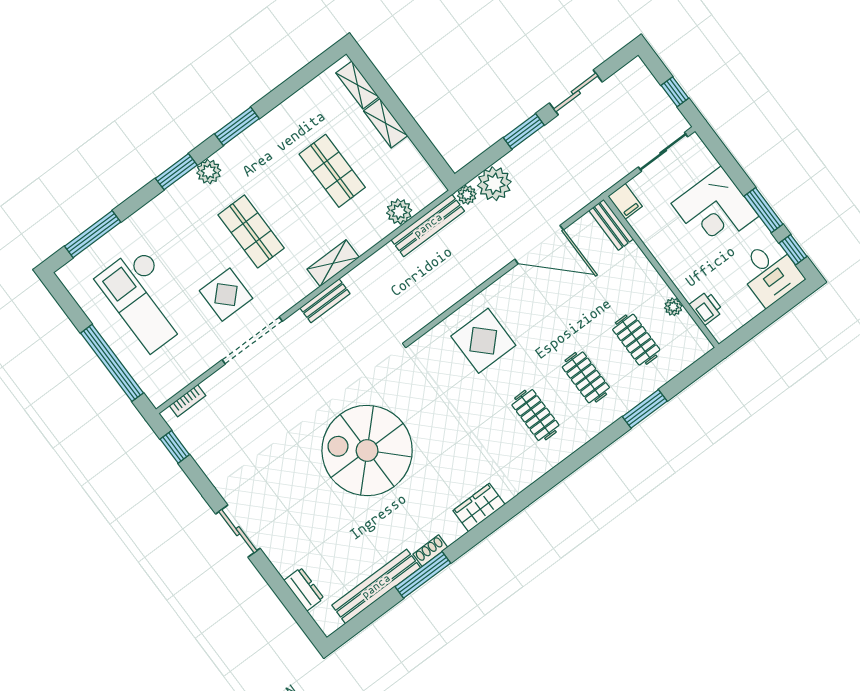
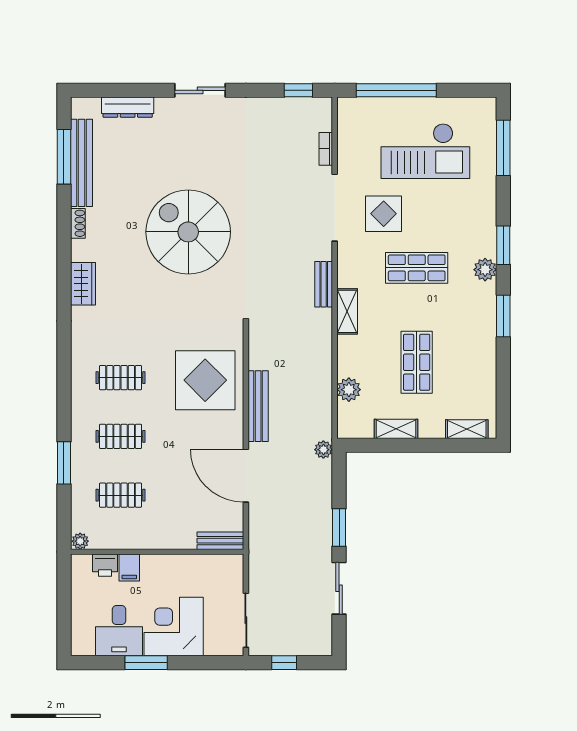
shelving: (386, 123) -> (396, 429), moved
shop shelf: (332, 171) -> (417, 362), turned 90
plant: (494, 184) -> (316, 476), removed
filing cabinet: (625, 201) -> (129, 567), moved, turned -90
bench: (428, 225) -> (258, 406), moved
door: (539, 245) -> (246, 476), hinge flipped
window: (793, 250) -> (100, 663), removed
desk: (770, 273) -> (119, 631), moved, turned -90
checkout: (145, 299) -> (425, 151), turned 180
plant: (673, 307) -> (80, 541), moved
display table: (483, 341) -> (205, 380), width x1.36, depth x1.36
bookcase: (187, 401) -> (326, 149), moved
spiral stairs: (367, 450) -> (188, 232), turned -90
window: (423, 575) -> (64, 157), moved
dresser: (304, 589) -> (128, 107), width x1.44

